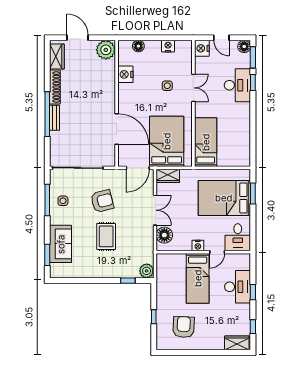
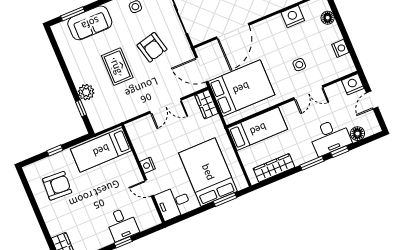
floor lamp: (244, 46) -> (357, 134), moved
window: (253, 57) -> (312, 163), moved
wardrobe: (244, 142) -> (274, 168), added
floor lamp: (164, 235) -> (144, 126), removed
rug: (106, 236) -> (117, 67), turned 90
plant: (147, 271) -> (86, 92), moved
bed: (198, 278) -> (101, 150), moved
desk: (238, 287) -> (122, 224), width x0.73

